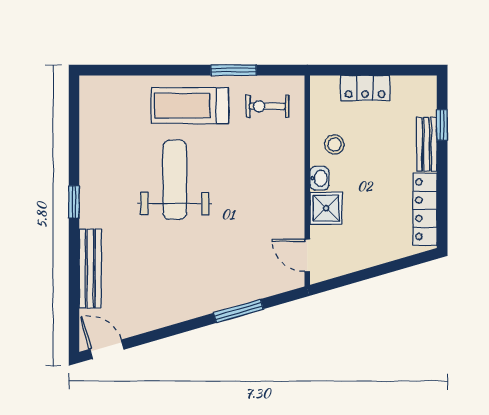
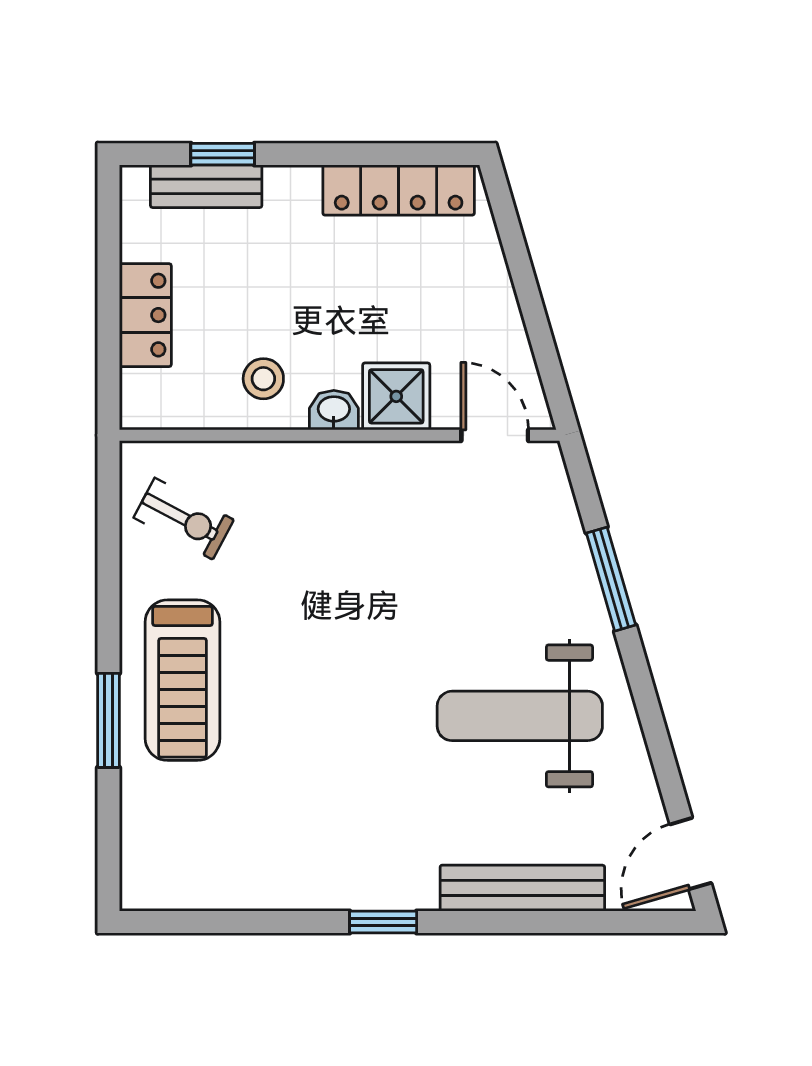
window: (234, 70) -> (108, 720), moved
exercise bike: (267, 106) -> (184, 519), turned -62
bench: (427, 144) -> (206, 186), moved
weight bench: (175, 180) -> (520, 716), moved
door: (307, 255) -> (495, 435), swing flipped

